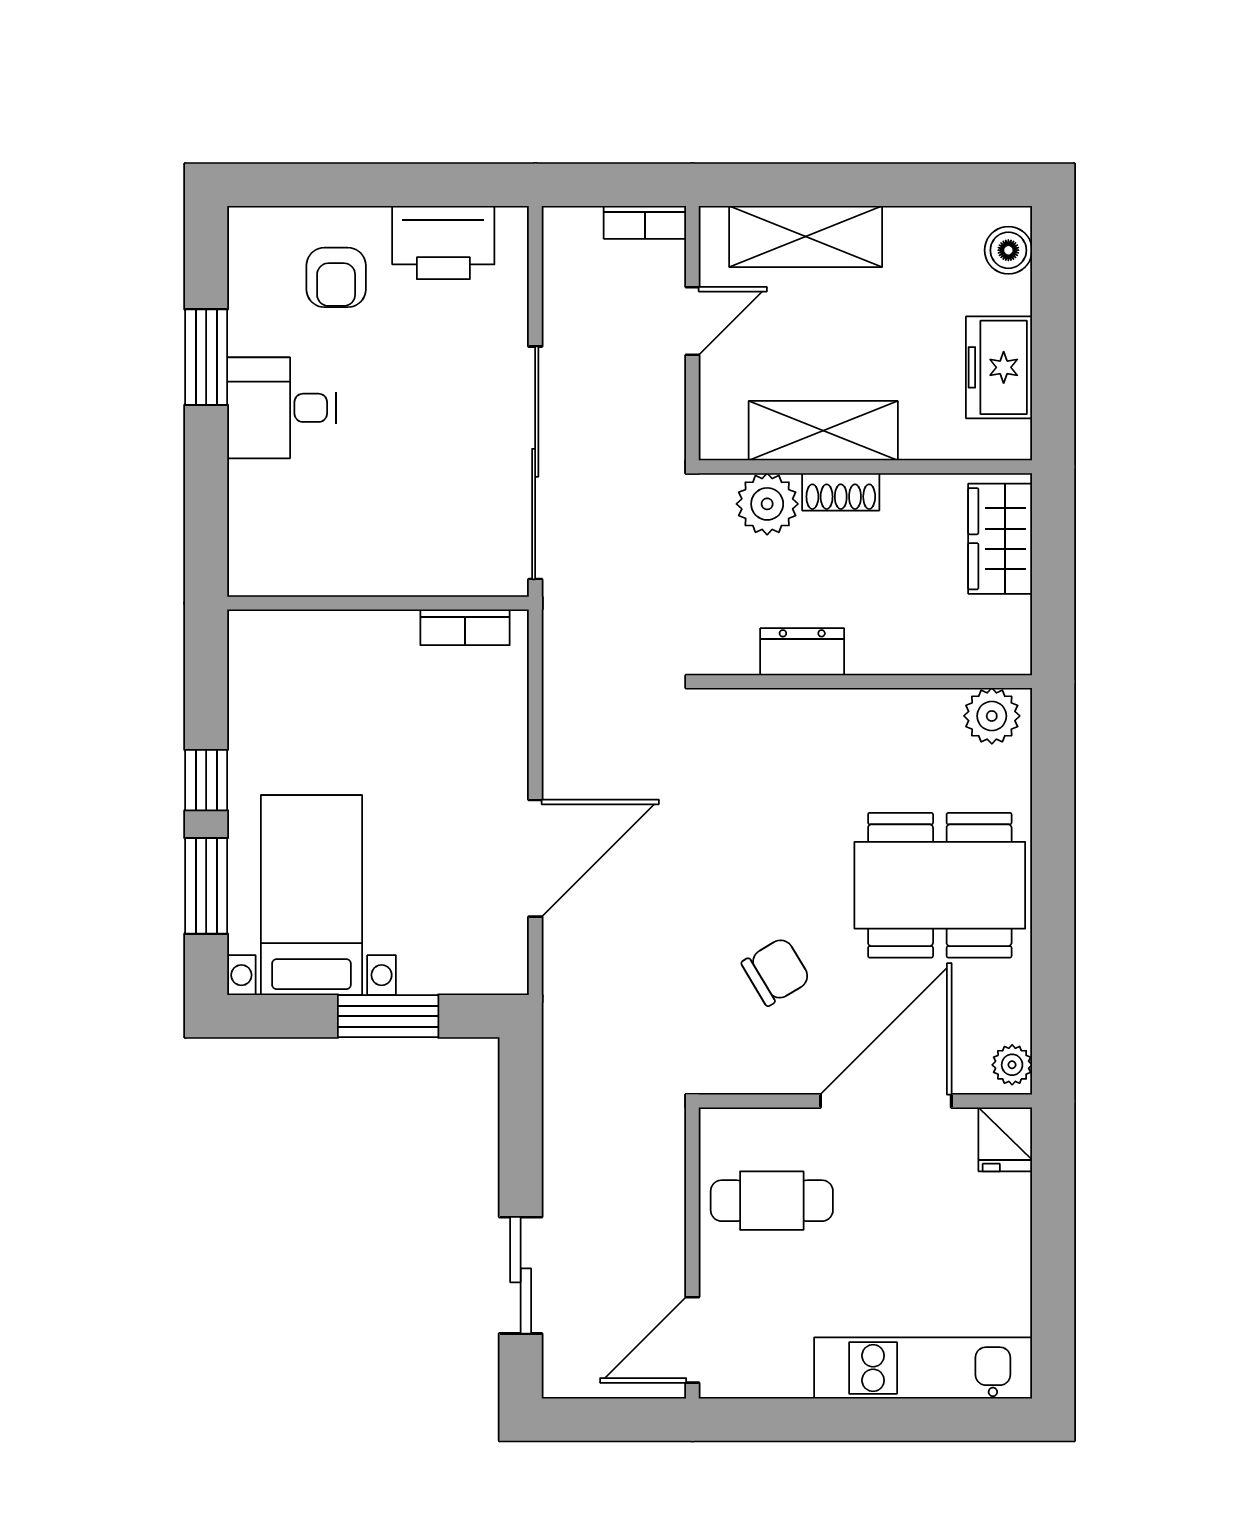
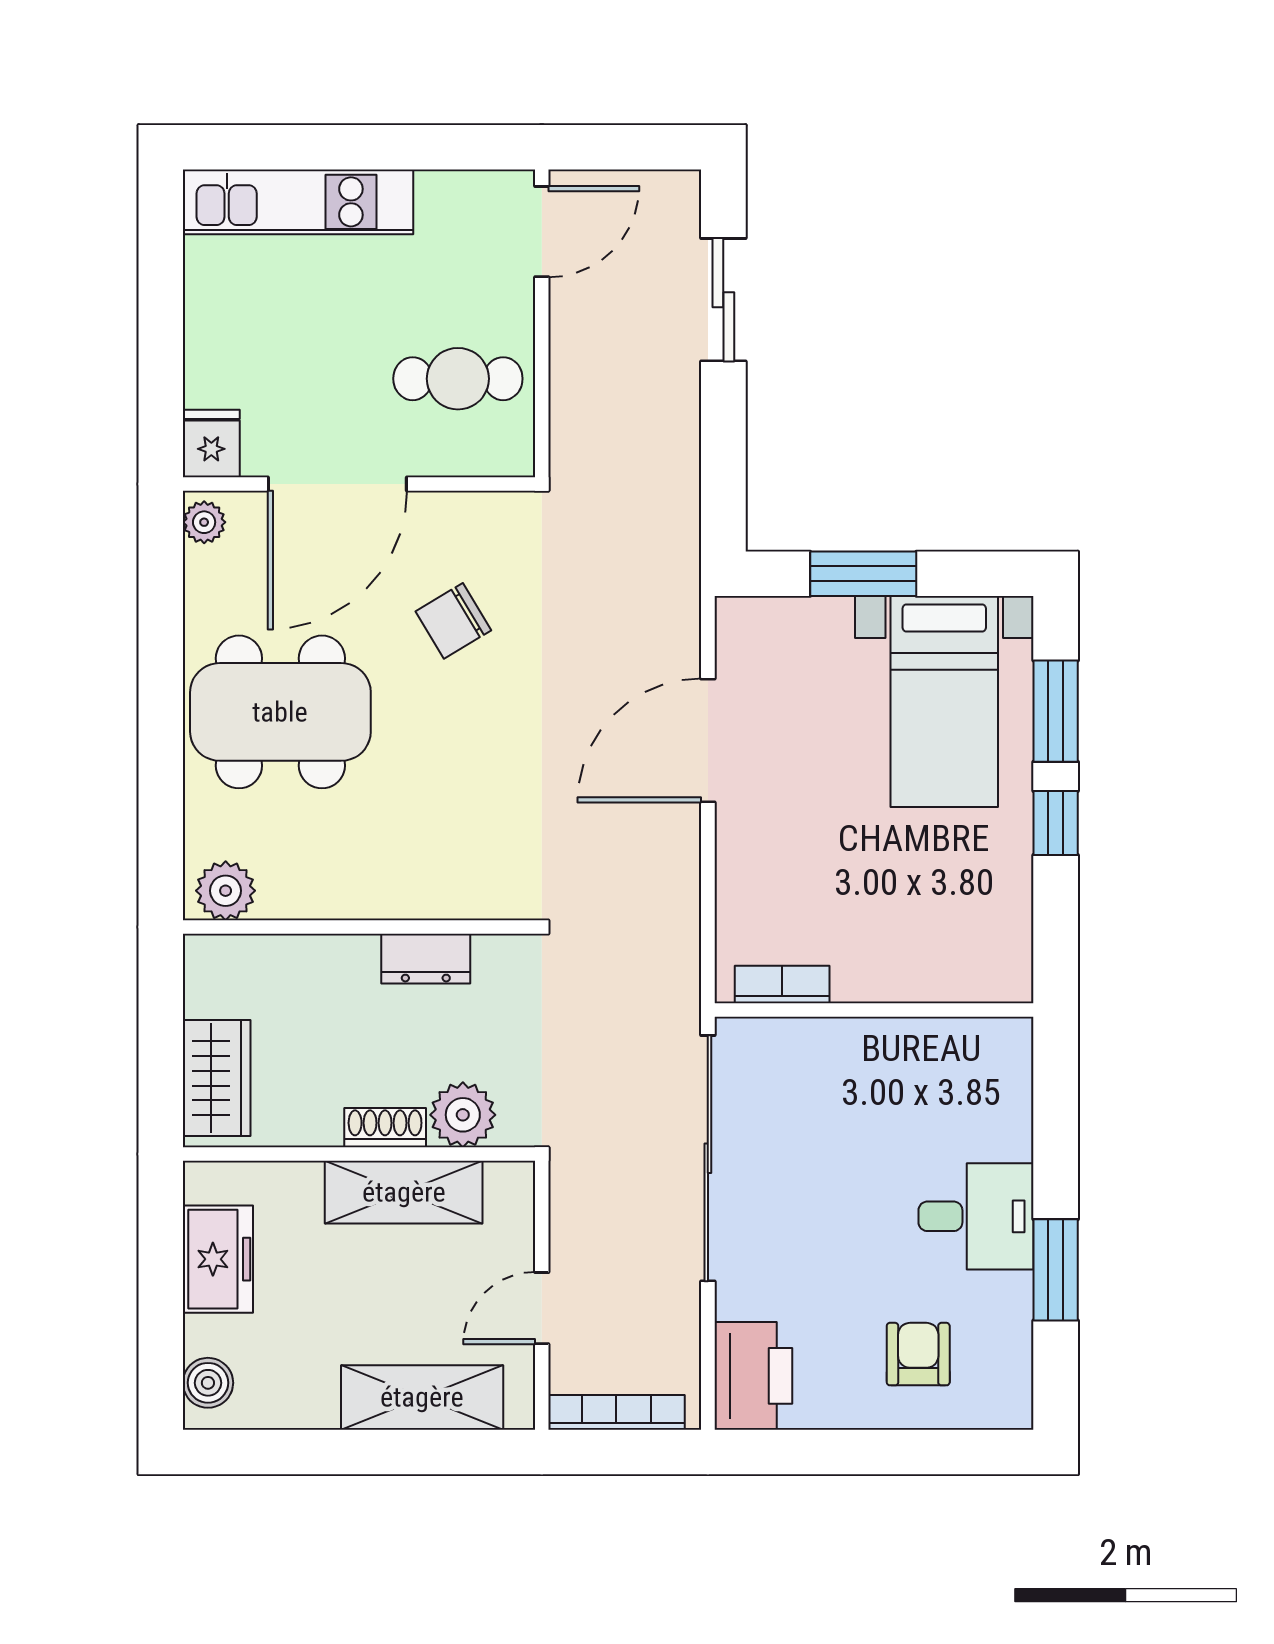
bookcase: (645, 222) -> (616, 1412), width x1.56
printer: (443, 242) -> (753, 1376), moved, turned 90

